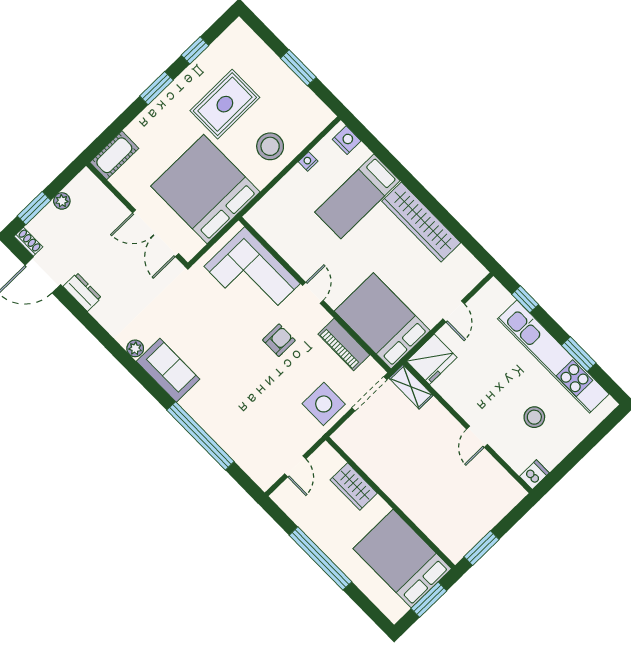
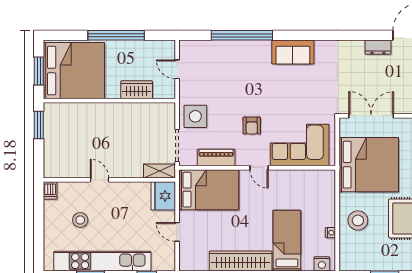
plant: (135, 348) -> (321, 46), removed
bed: (402, 559) -> (74, 71), width x1.36

